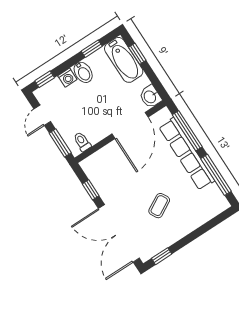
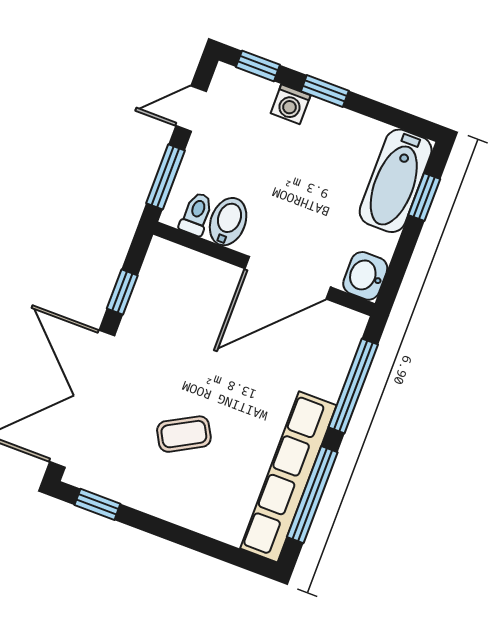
window: (92, 49) -> (325, 91), moved
bidet: (83, 72) -> (228, 222), moved, turned 180
row of seats: (187, 154) -> (288, 477), moved

